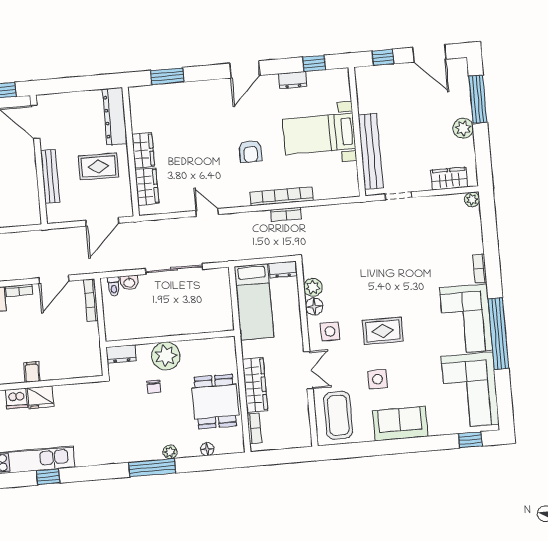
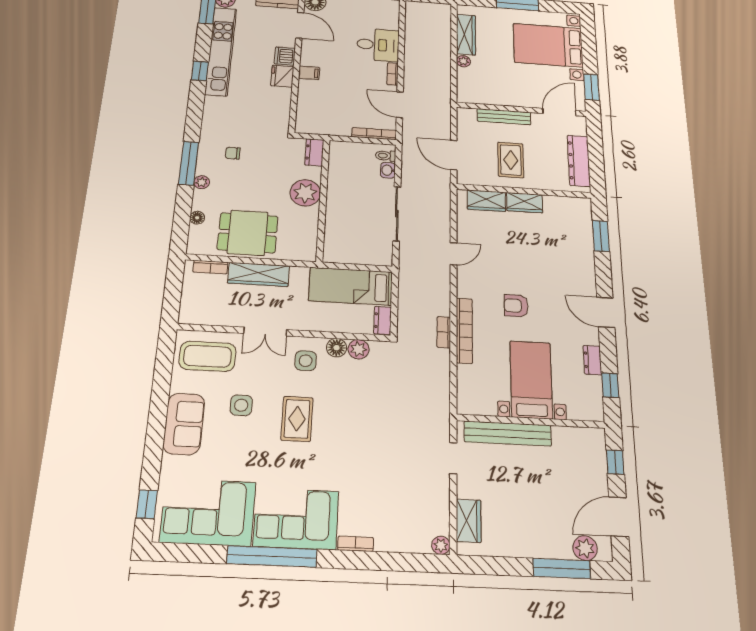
dresser: (115, 116) -> (579, 161), moved, turned -90
plant: (463, 128) -> (585, 548), moved
chair: (154, 387) -> (233, 153), moved

